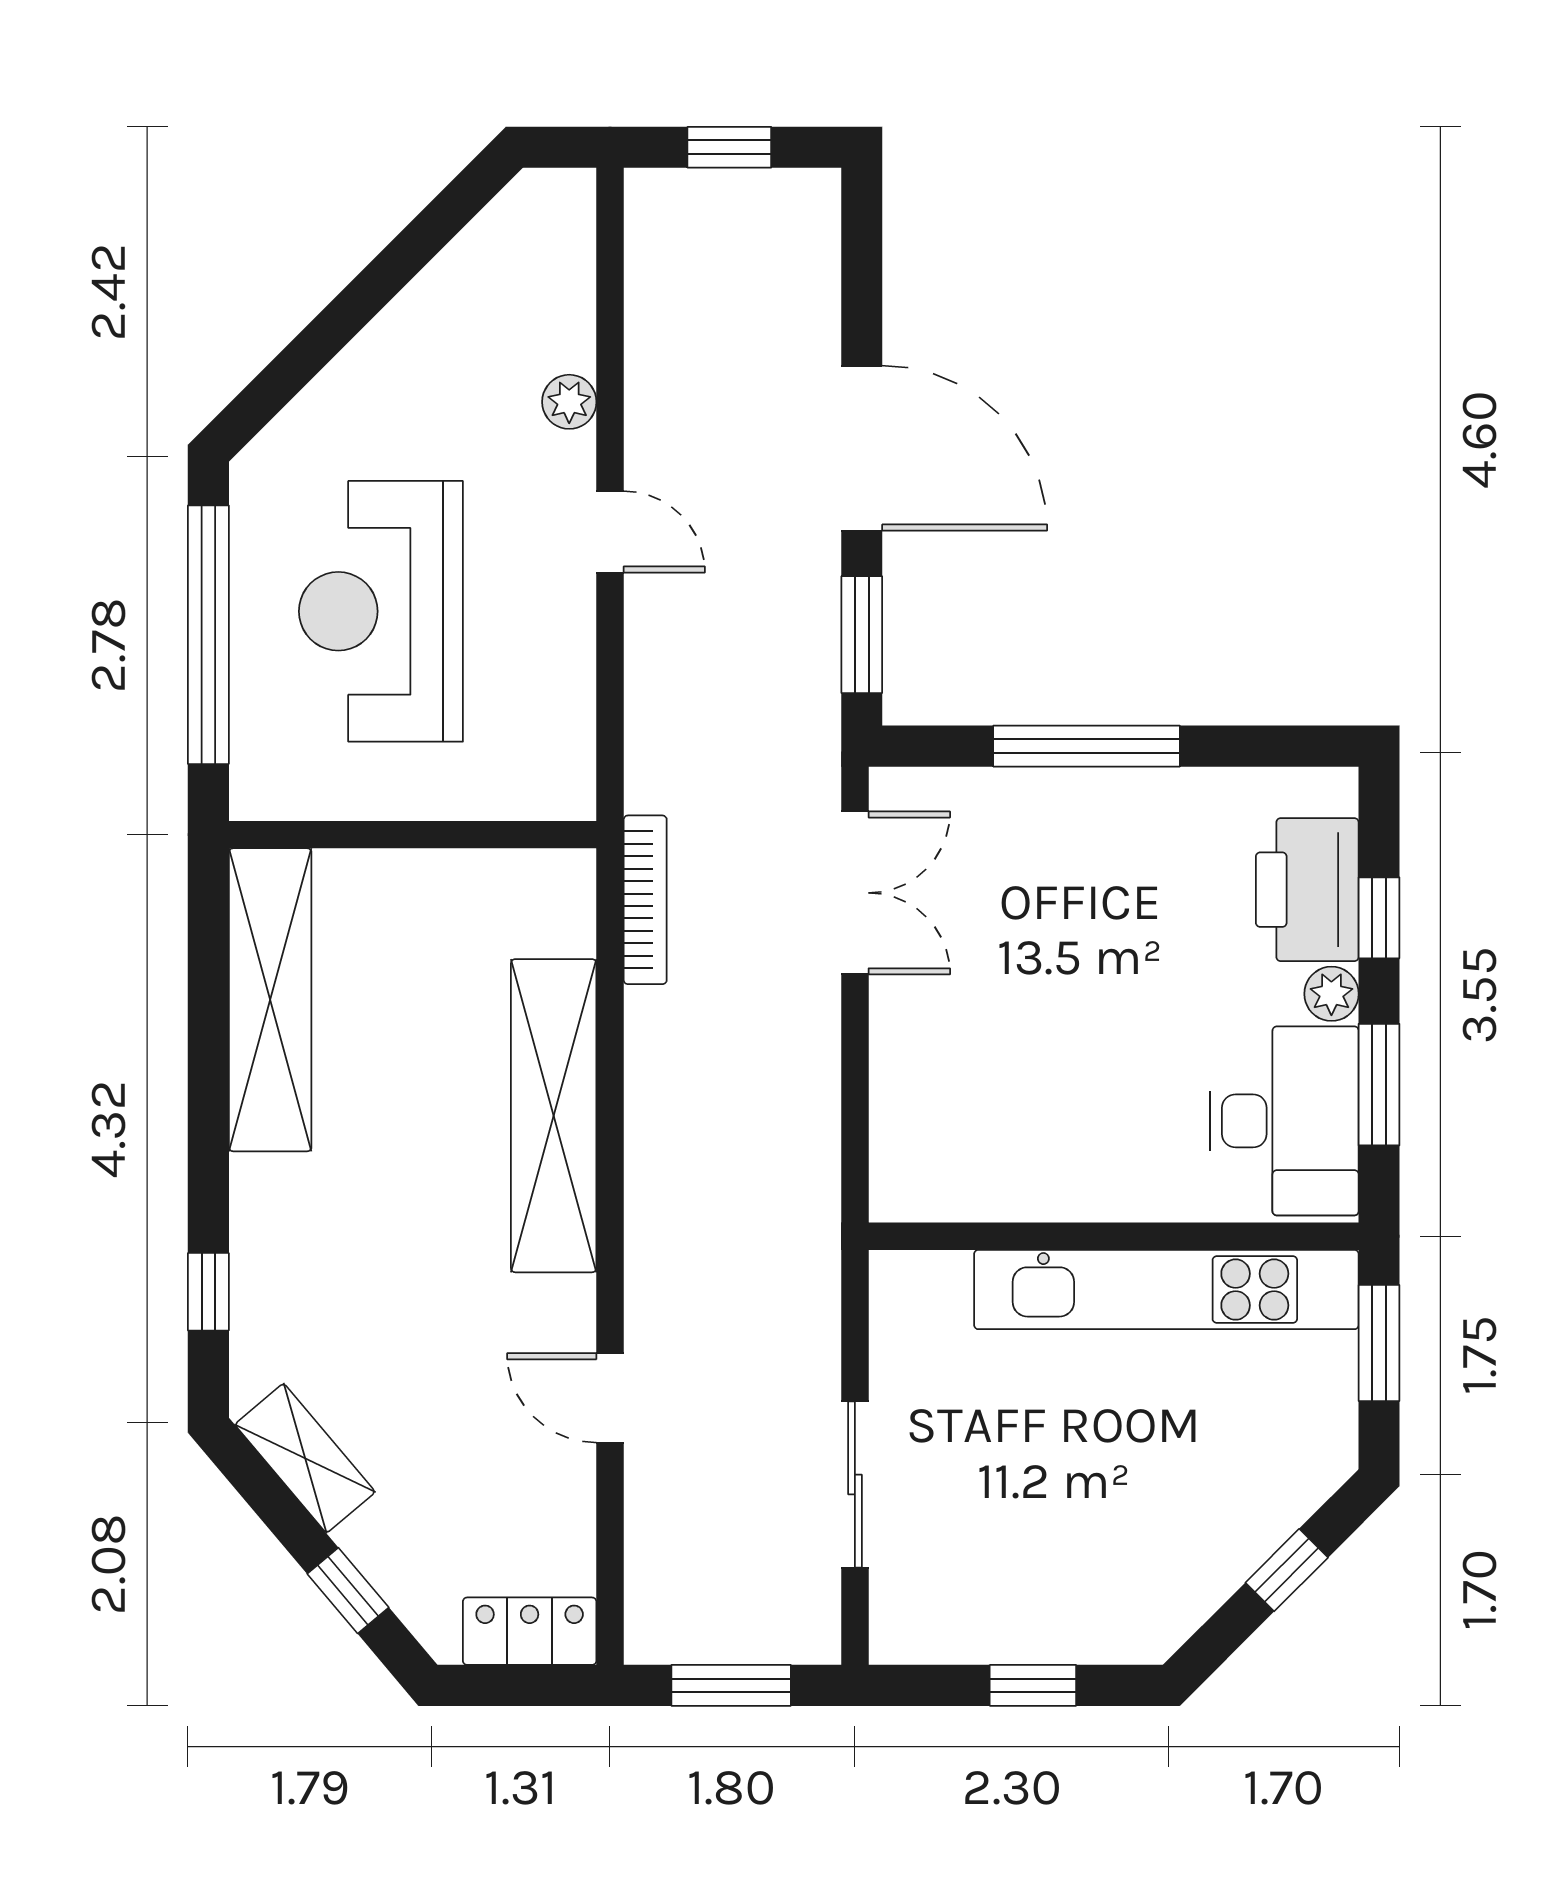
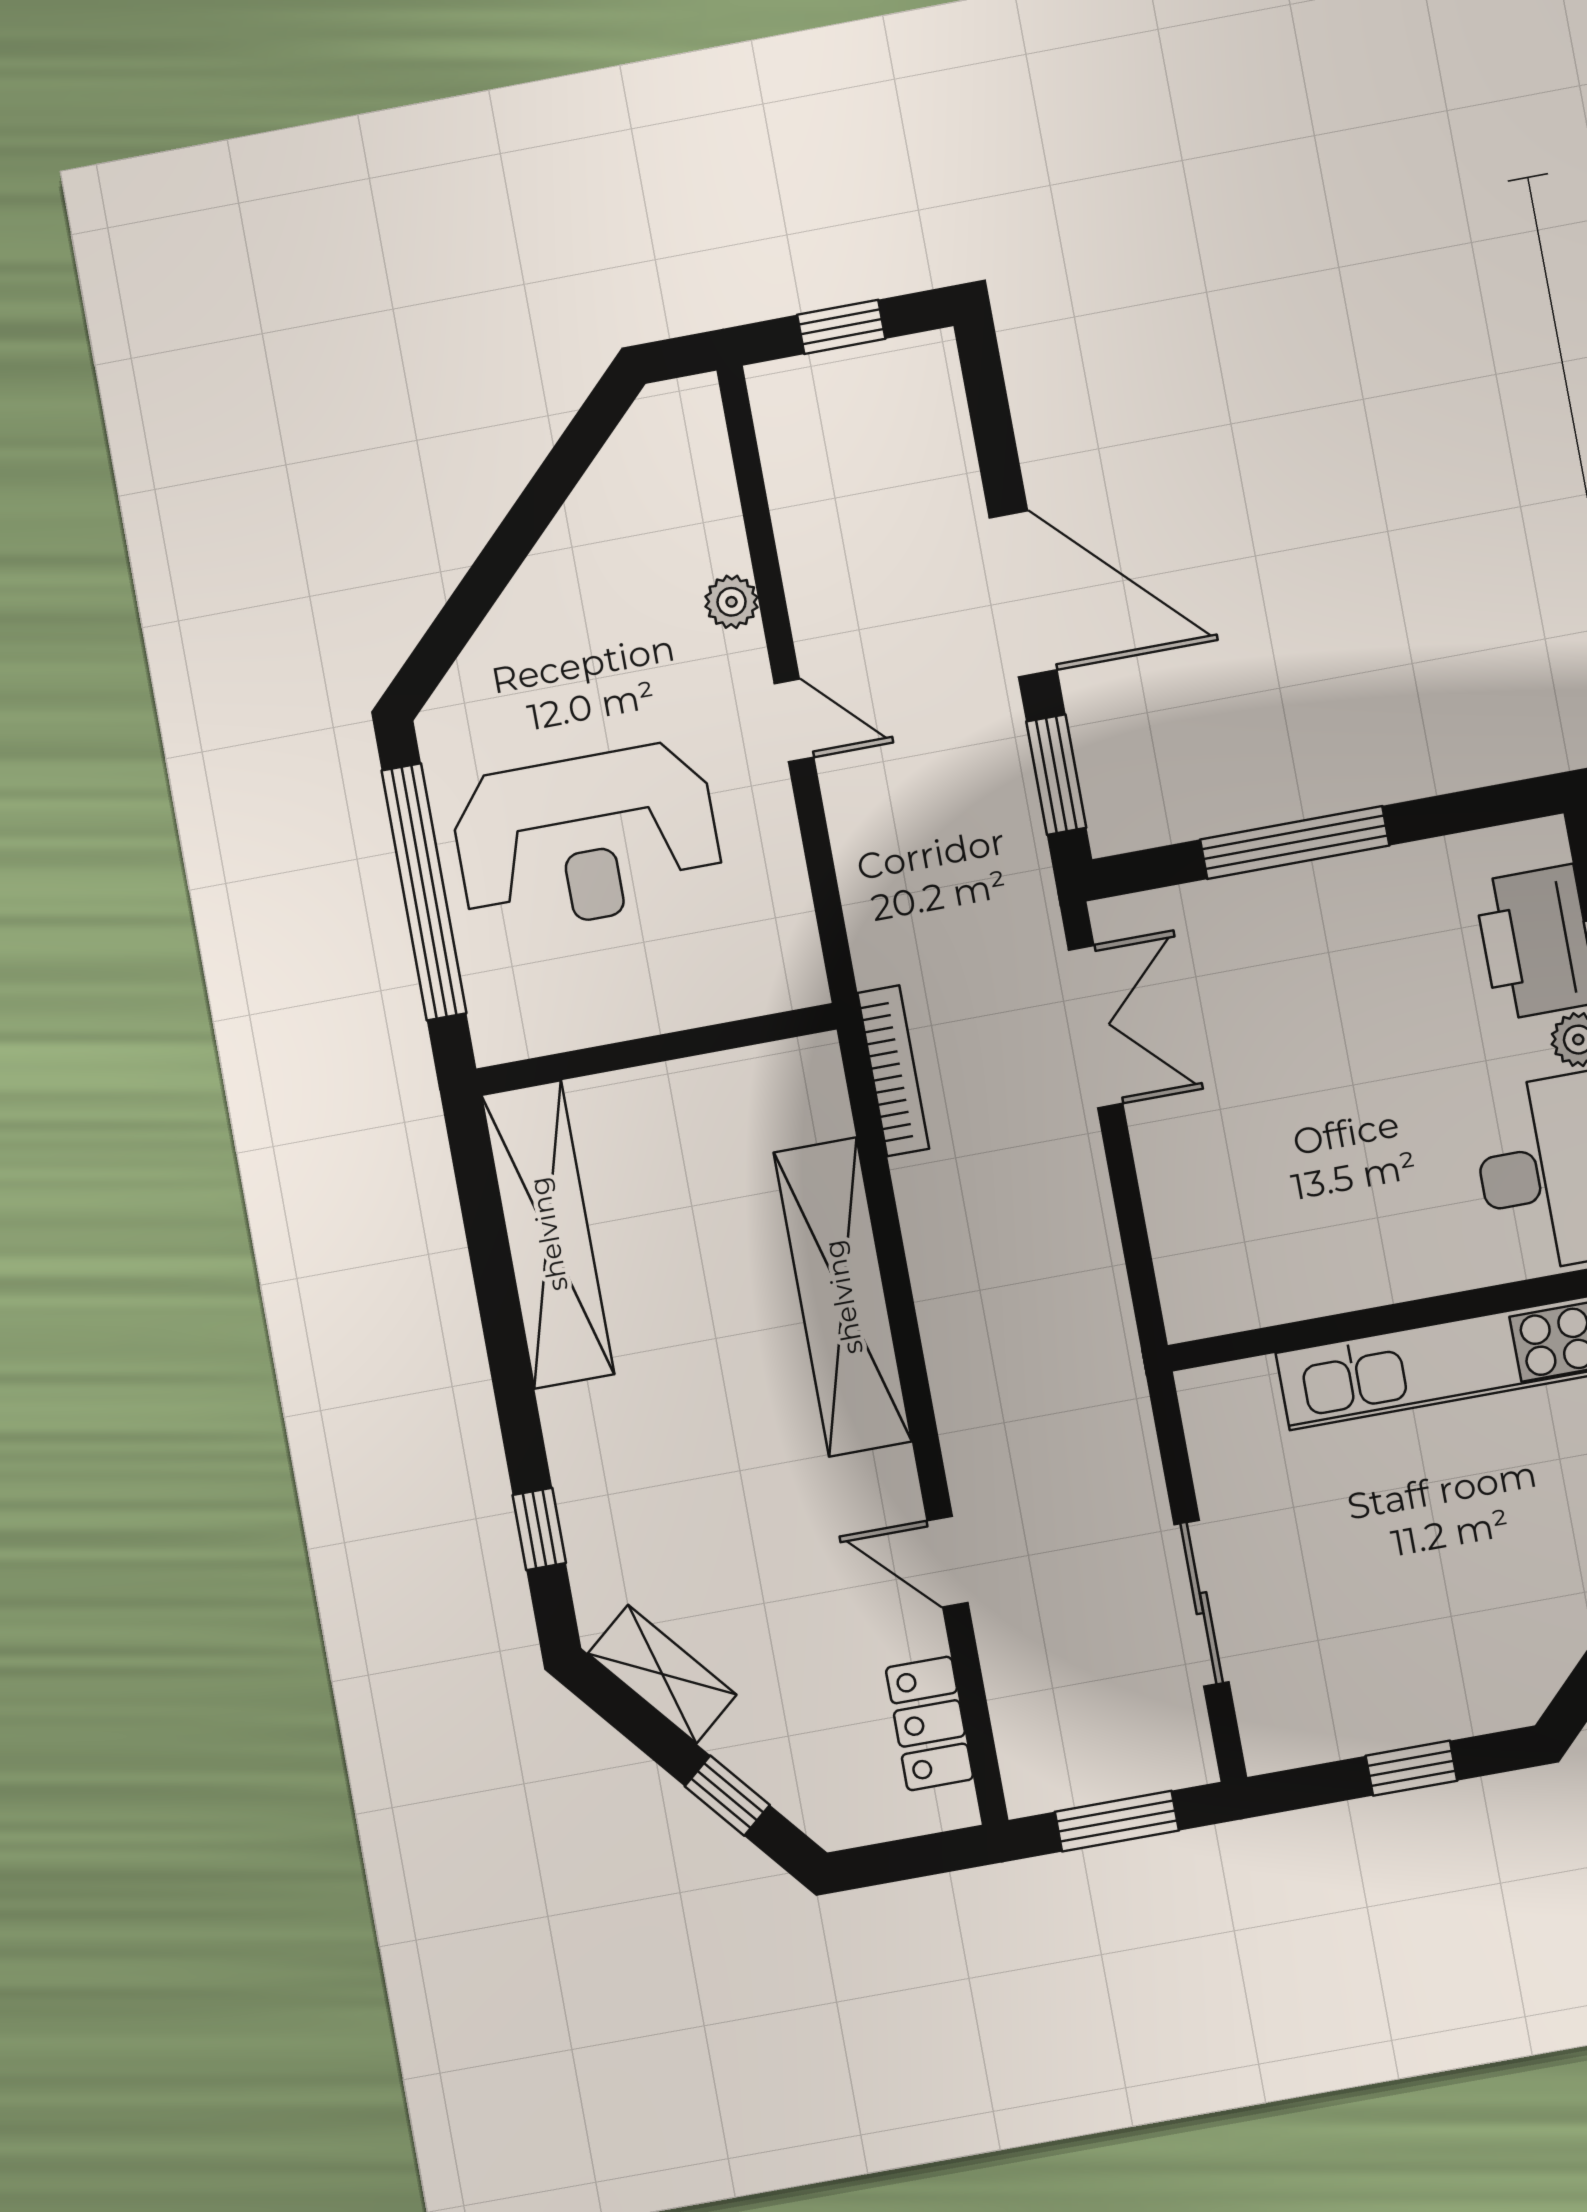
reception desk: (381, 611) -> (586, 838), turned -90
locker: (530, 1631) -> (929, 1723), moved, turned -90

